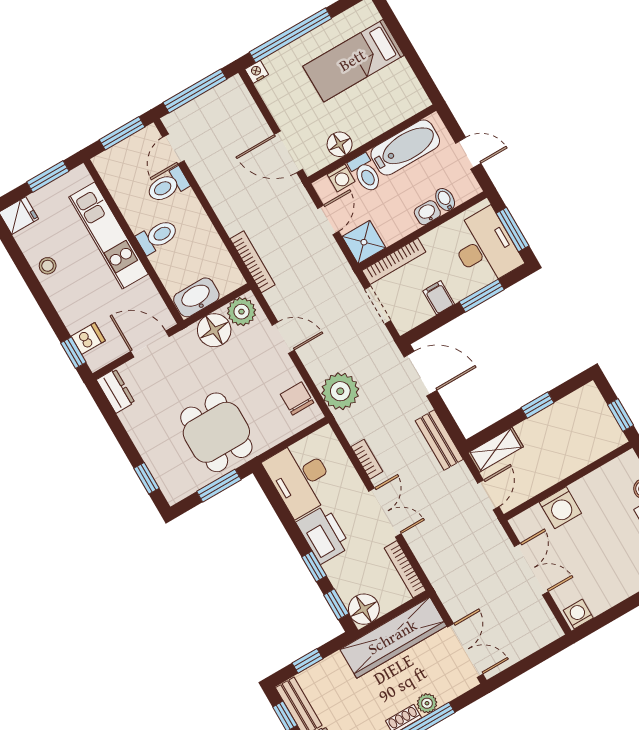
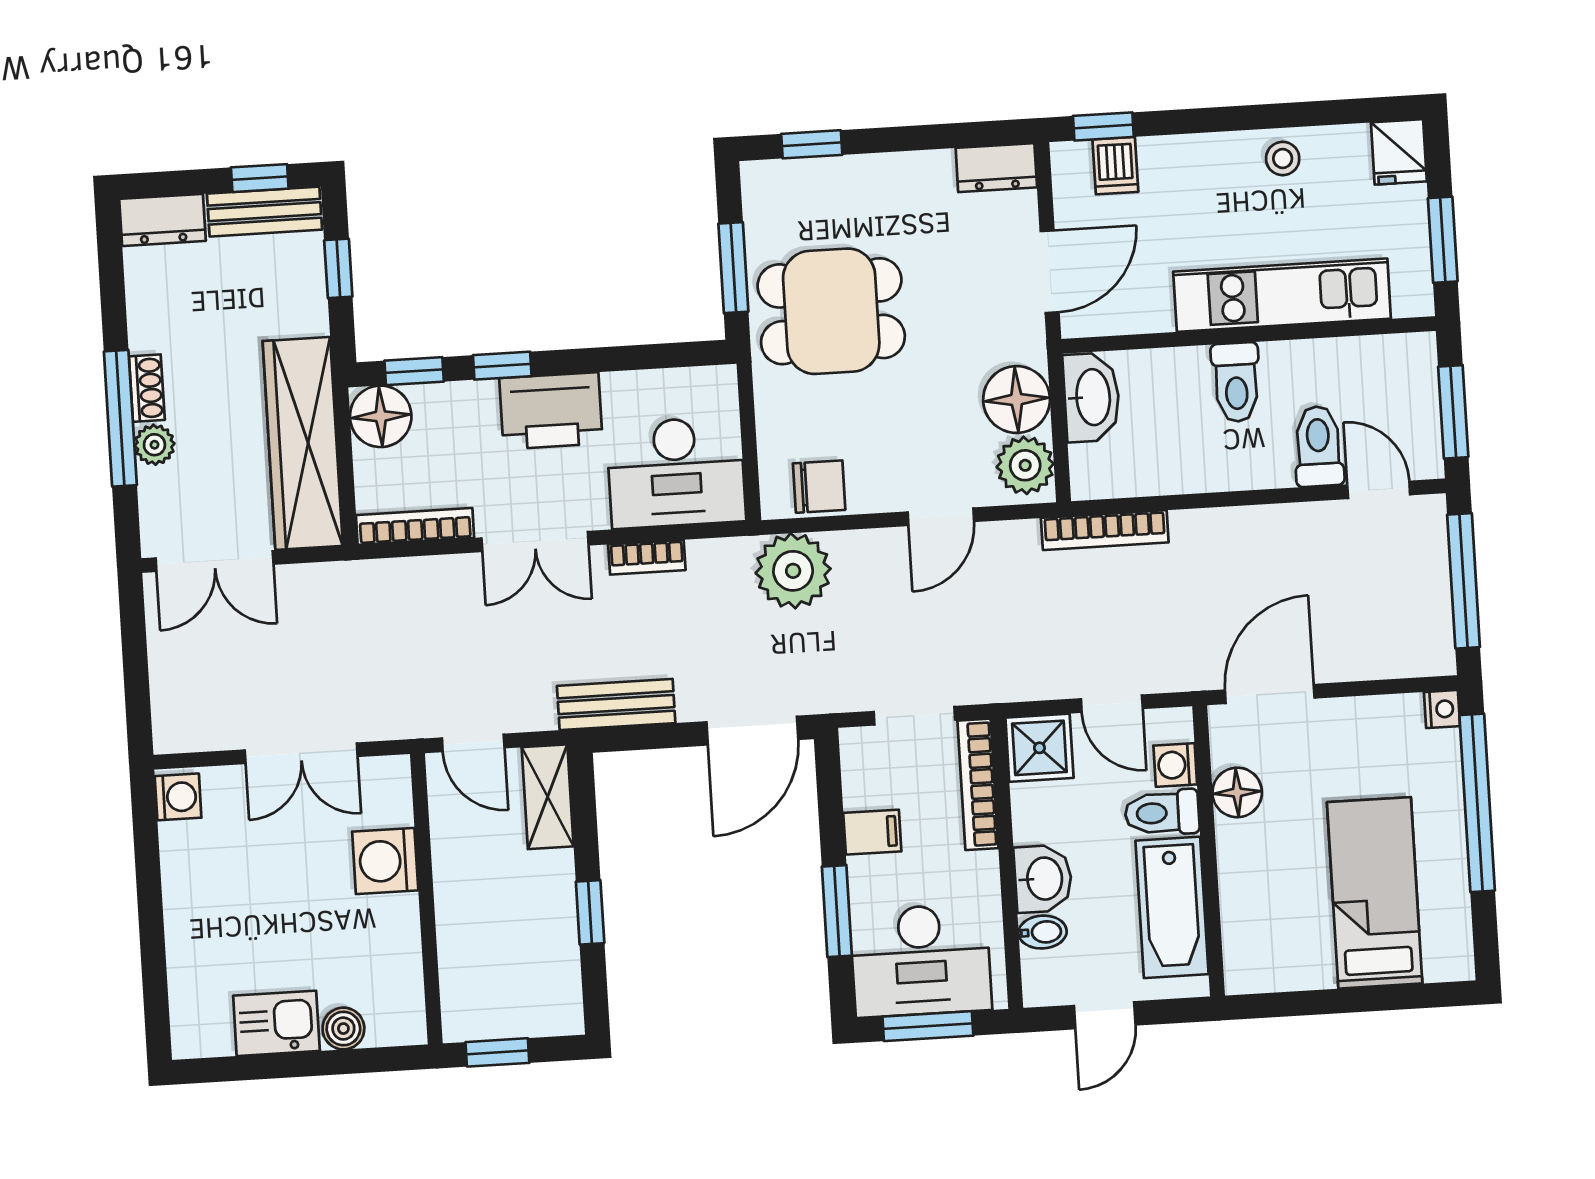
washbasin: (427, 213) -> (1043, 879), width x1.38, depth x1.45
desk: (300, 478) -> (676, 472), moved, turned 180

